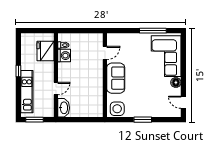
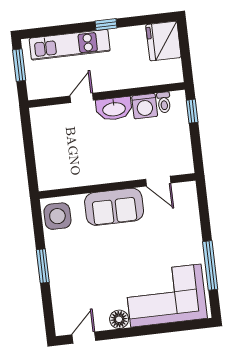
window: (70, 31) -> (192, 111), added
fridge: (45, 51) -> (163, 41), moved, turned -90
door: (56, 89) -> (82, 98), swing flipped
washbasin: (64, 108) -> (114, 109), moved

